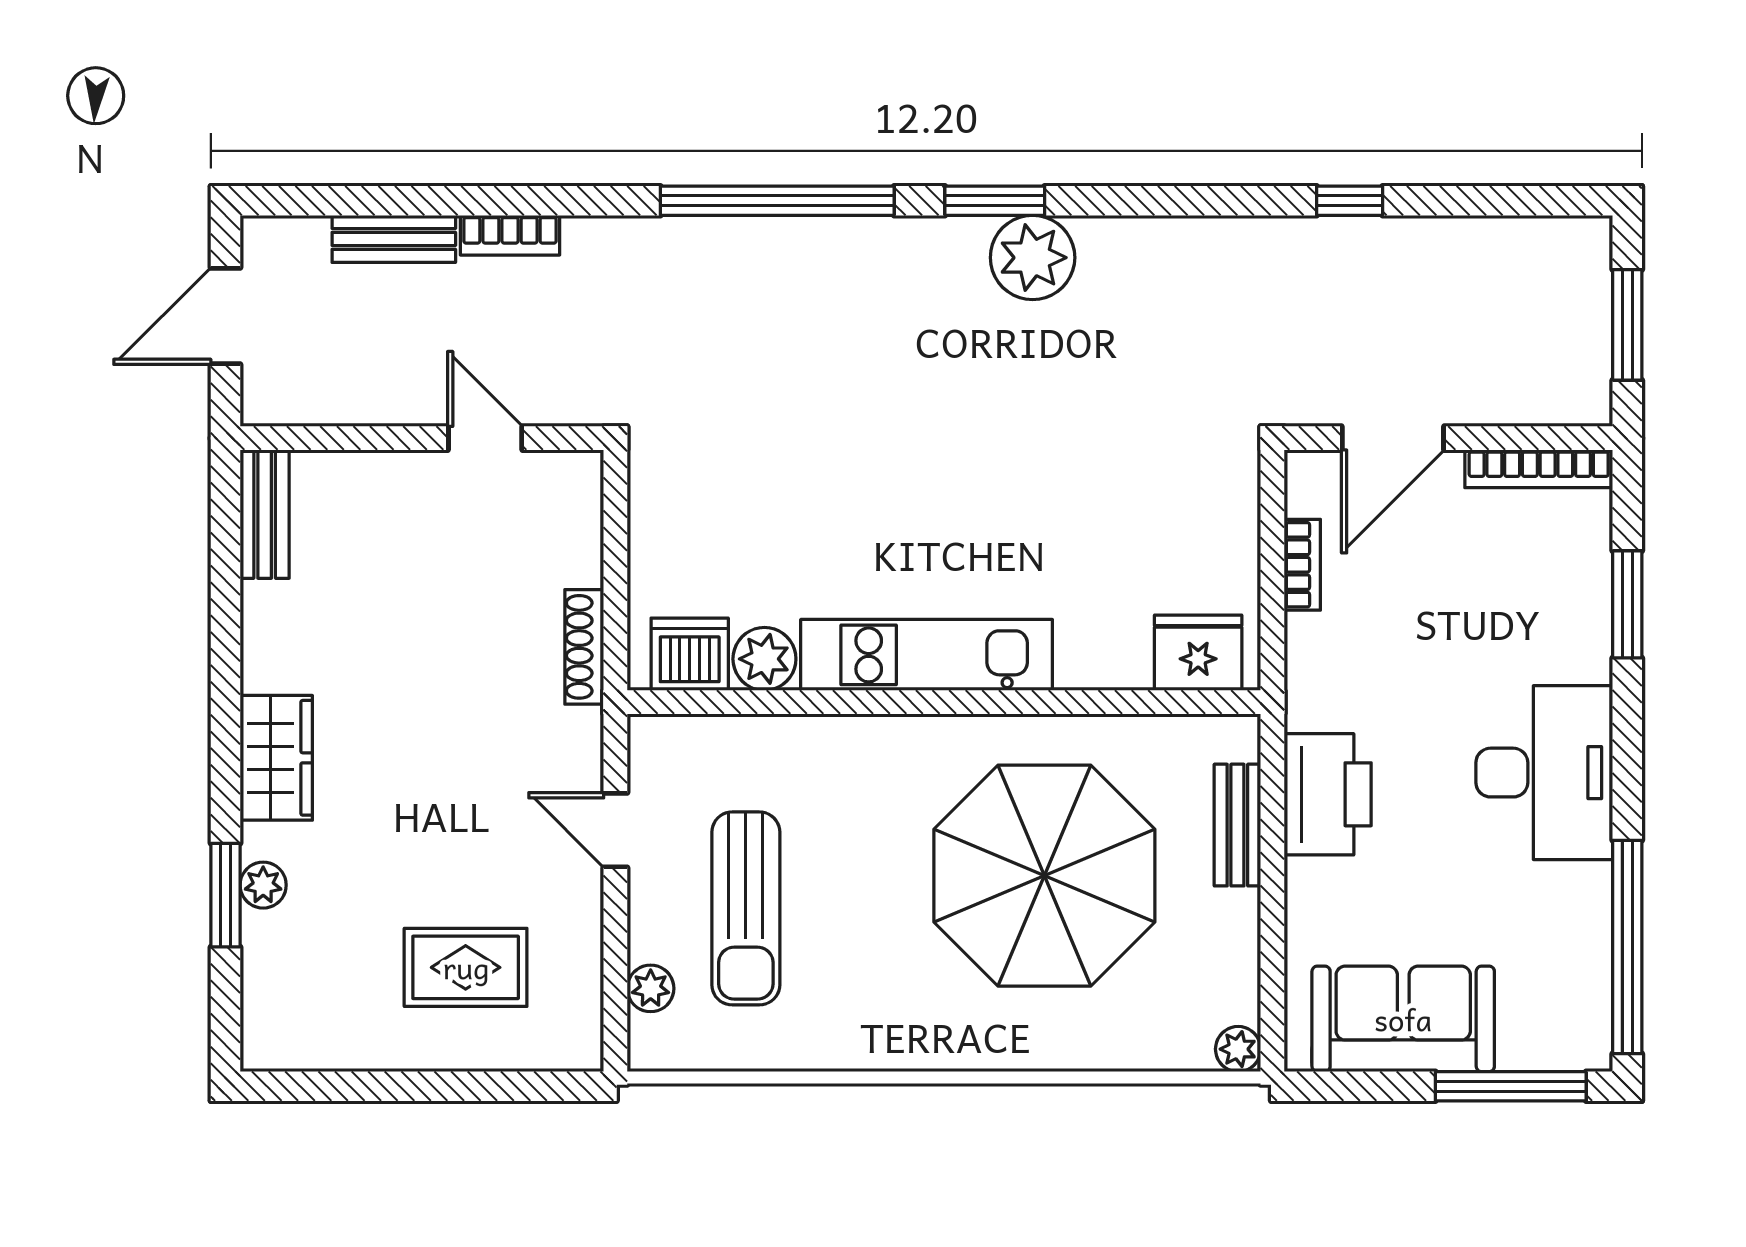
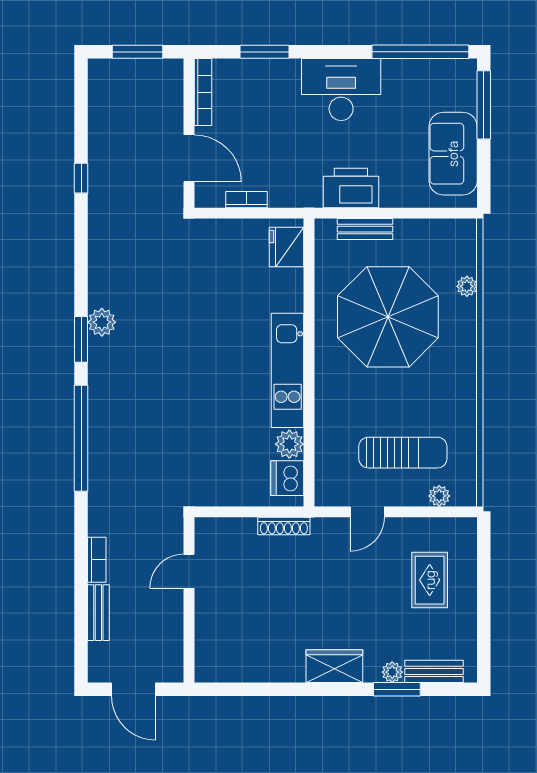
plant: (1033, 258) -> (102, 322), width x0.73, depth x0.73
bench: (265, 514) -> (434, 671), moved
plant: (1238, 1049) -> (467, 286), moved

